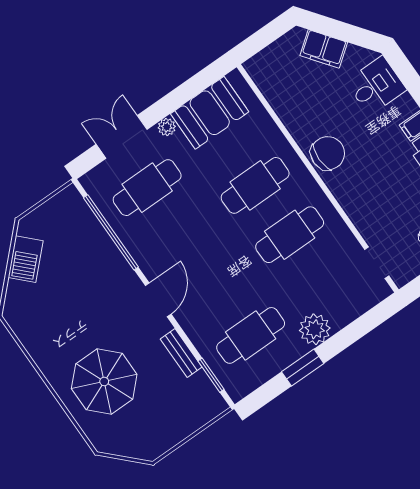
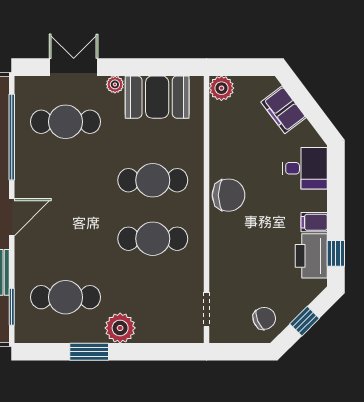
plant: (259, 67) -> (221, 88), added

